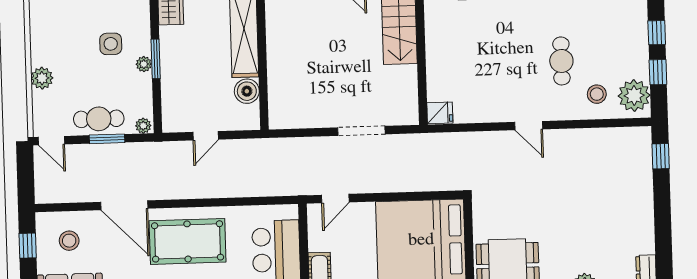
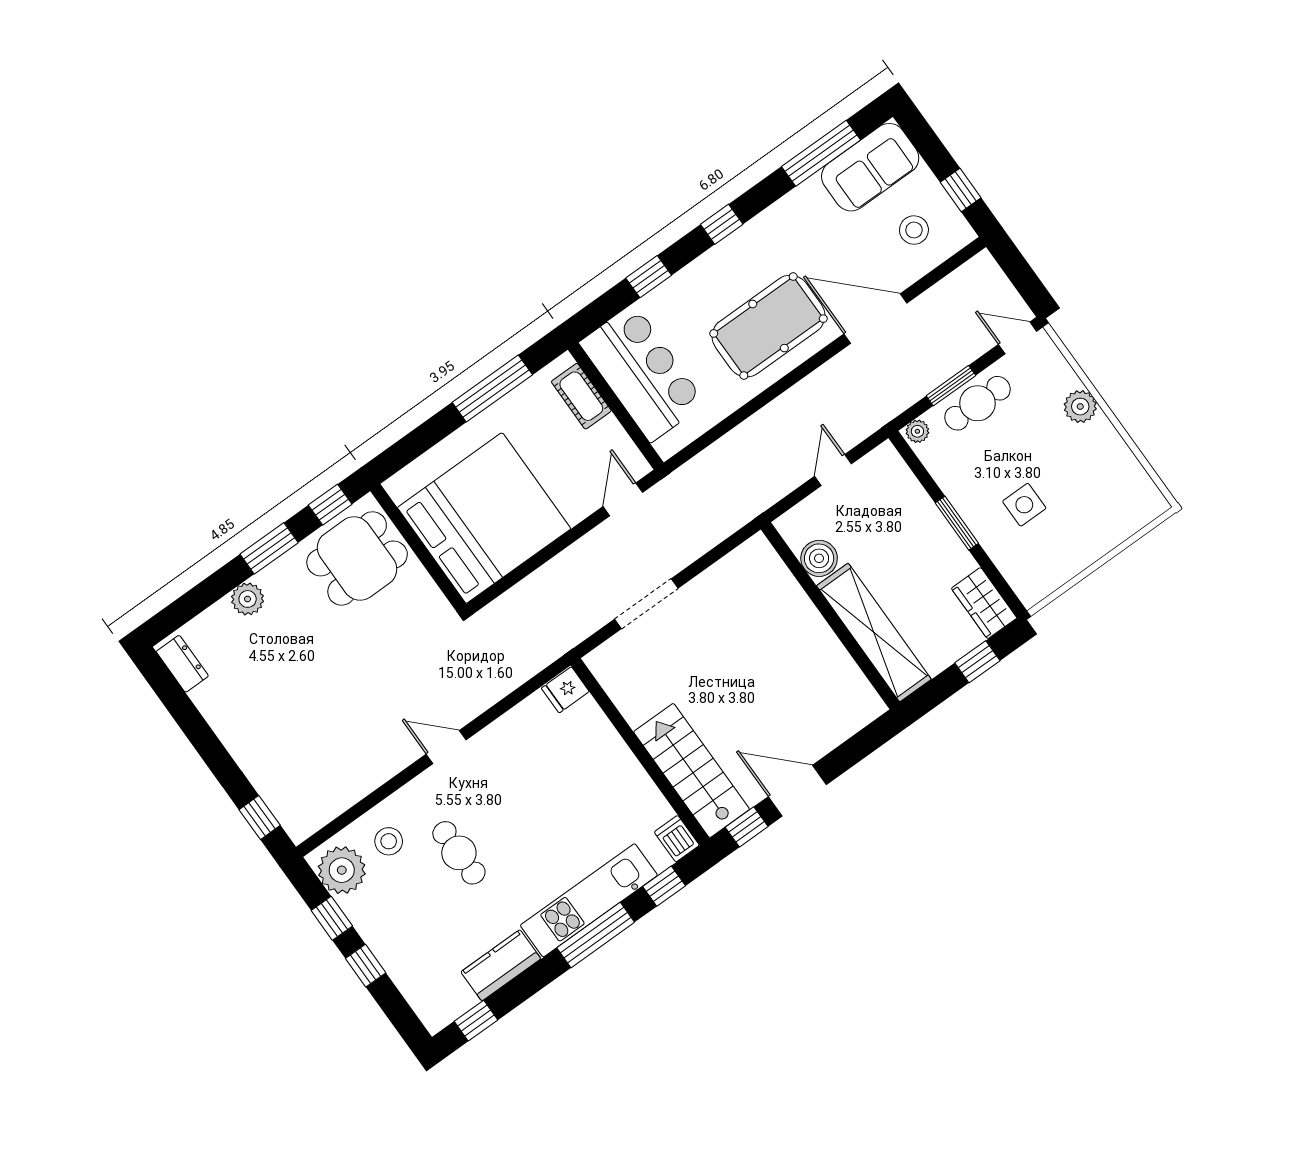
plant: (144, 64) -> (967, 507), removed

